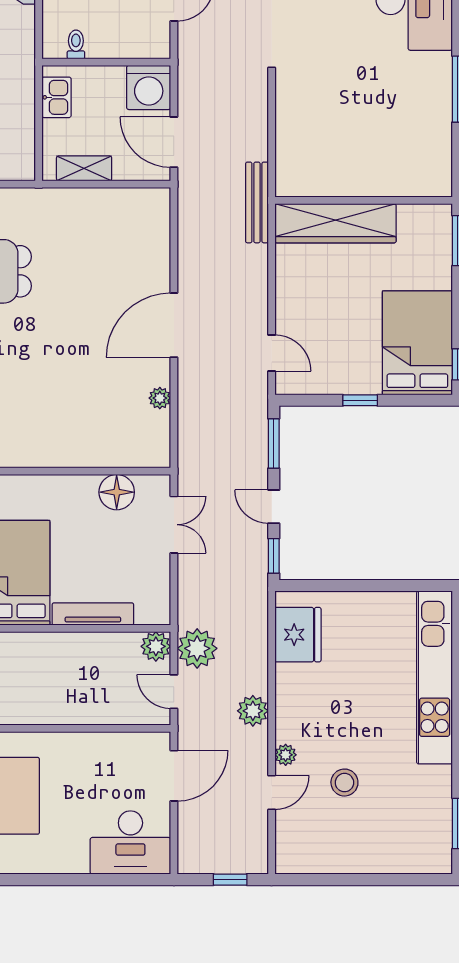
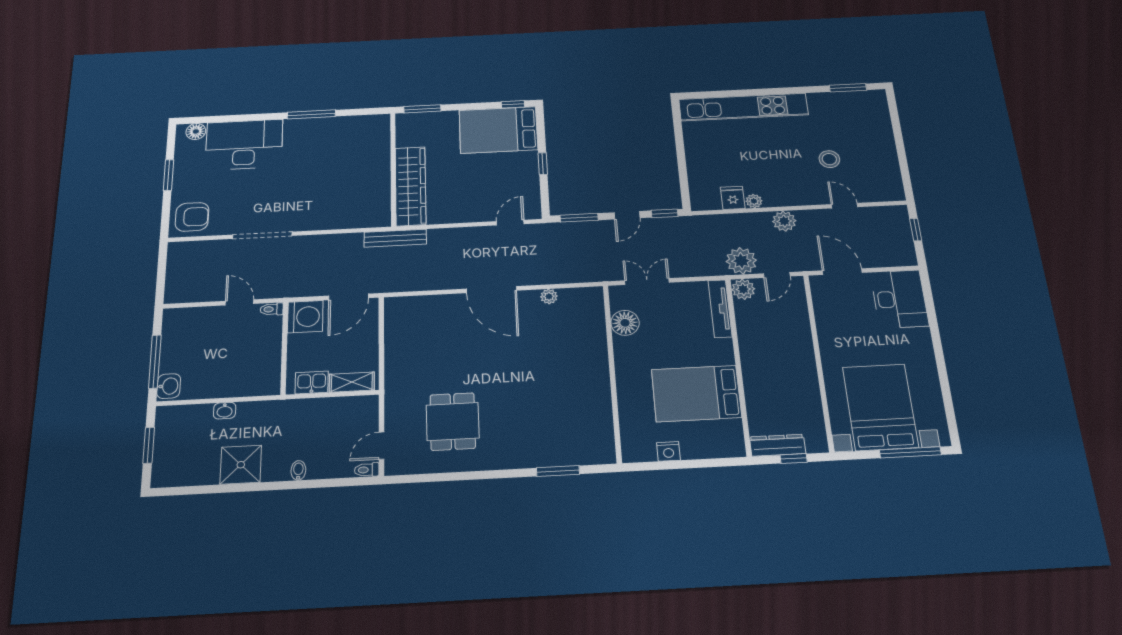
toilet: (76, 44) -> (272, 309), moved
shelving: (84, 168) -> (352, 382), moved, turned 90
tv unit: (93, 614) -> (720, 309), moved
fridge: (298, 635) -> (733, 198), width x0.53, depth x0.75
plant: (286, 755) -> (754, 201), moved

